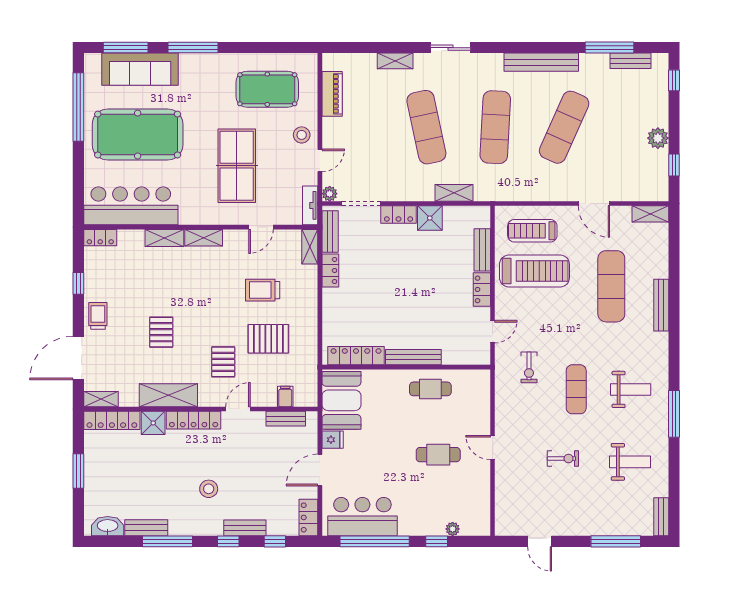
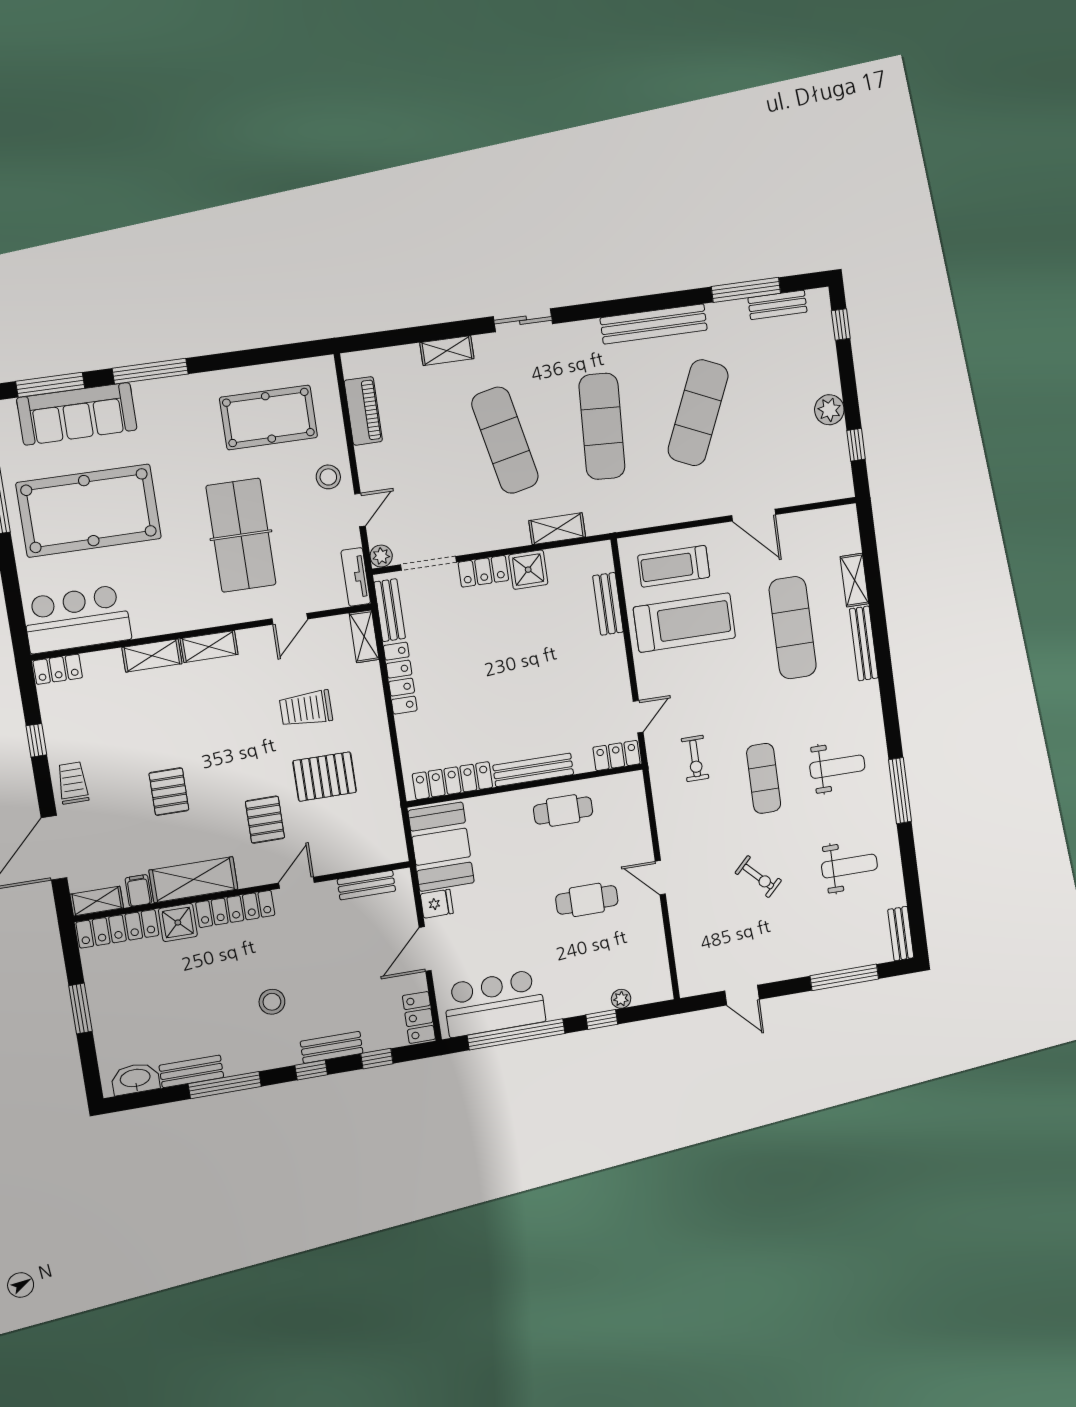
bar counter: (131, 206) -> (77, 619), width x0.73
shelving: (650, 214) -> (854, 580), moved, turned 90
locker: (330, 270) -> (400, 678), width x1.53
locker: (482, 289) -> (617, 755), moved, turned 90
filing cabinet: (285, 396) -> (138, 891), moved
exercise bike: (563, 458) -> (758, 877), turned 45

